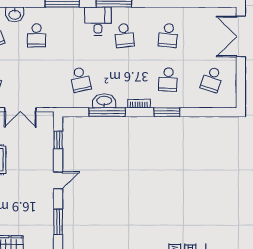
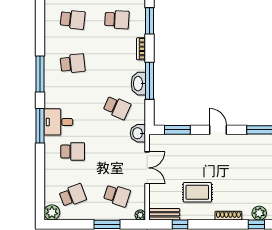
washbasin: (15, 14) -> (138, 133), moved, turned 180
desk: (98, 21) -> (58, 122), moved
school desk: (80, 80) -> (117, 108), turned 36
window: (58, 140) -> (177, 130), width x1.50

